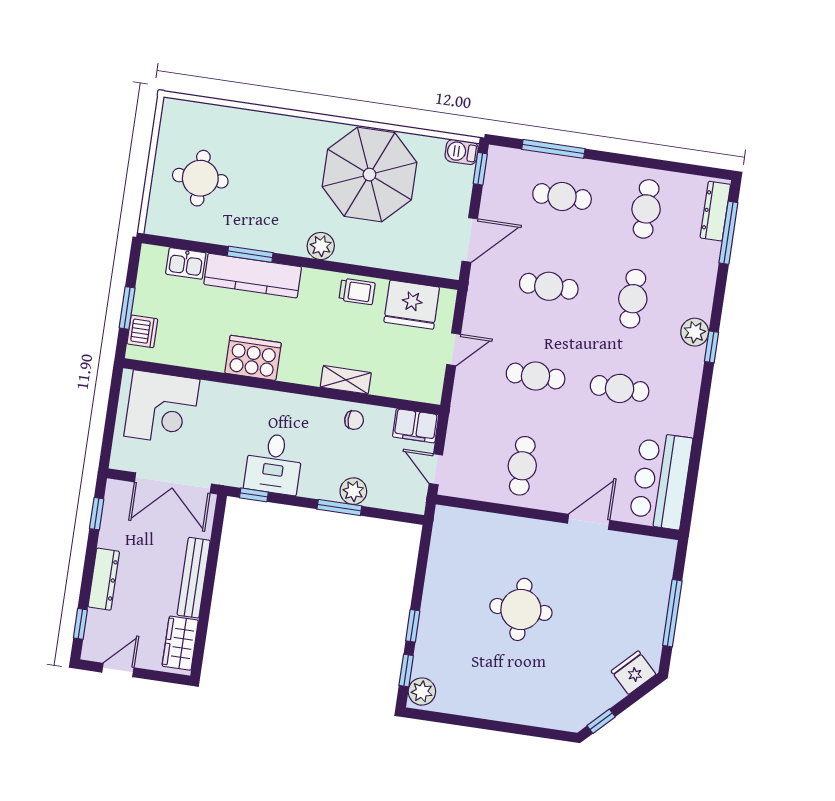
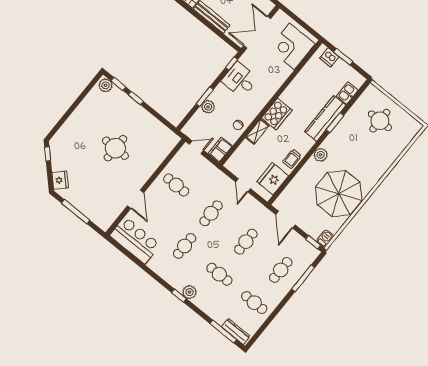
cooker: (253, 358) -> (277, 114), moved

